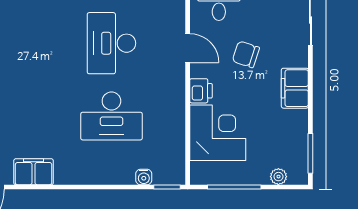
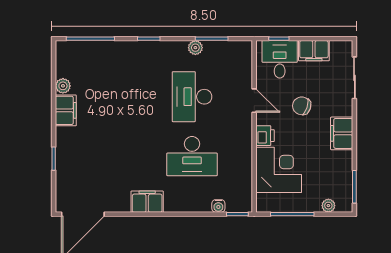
filing cabinet: (34, 172) -> (147, 202), moved

